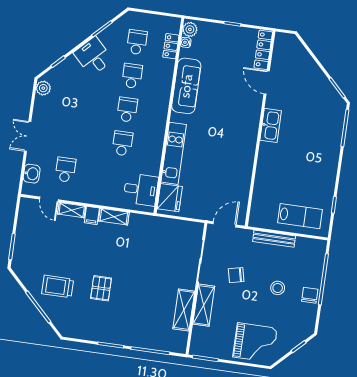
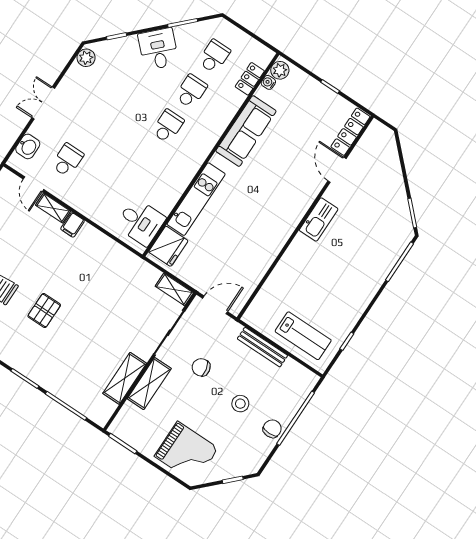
school desk: (122, 143) -> (145, 161), removed
shelving: (114, 217) -> (174, 289), moved

